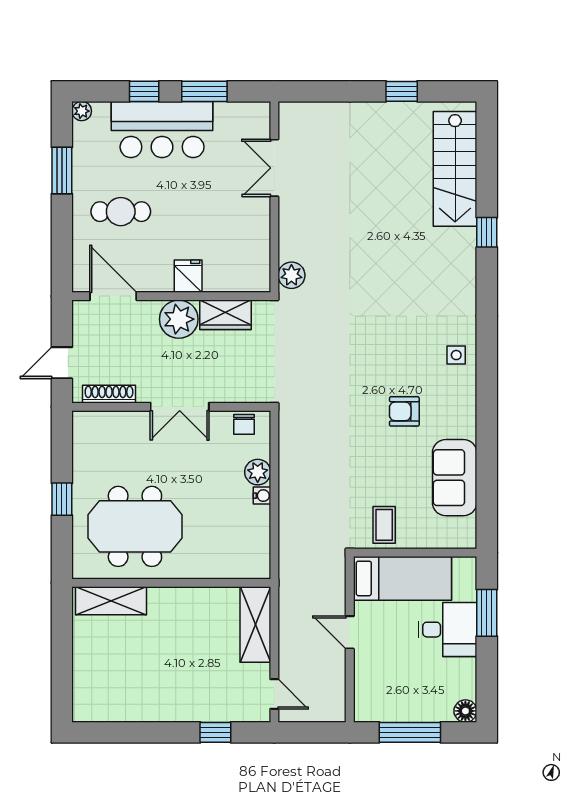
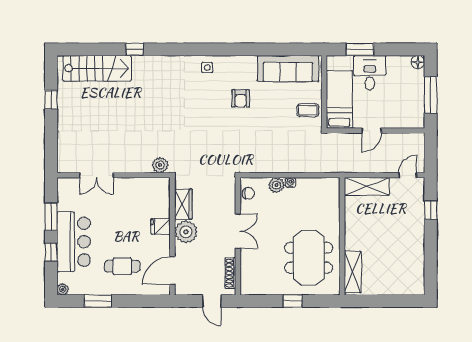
cafe table: (121, 212) -> (122, 266), turned 90
sofa: (455, 478) -> (288, 68), width x1.36

